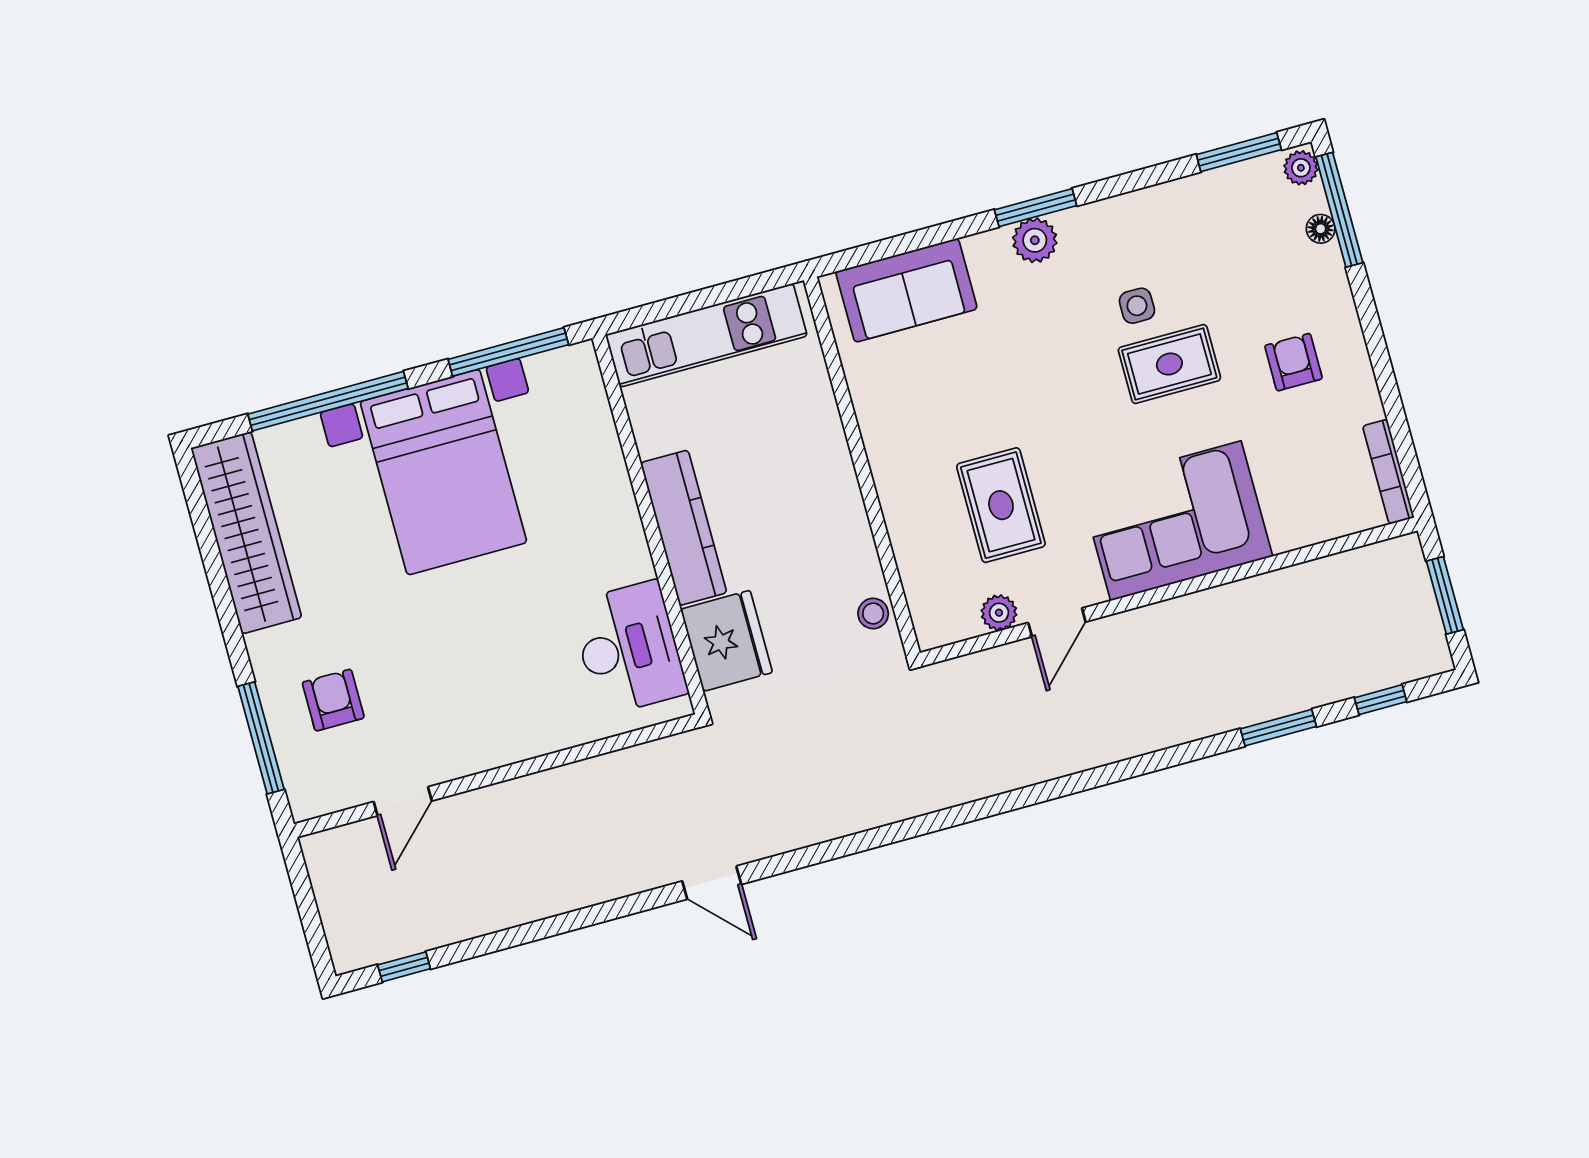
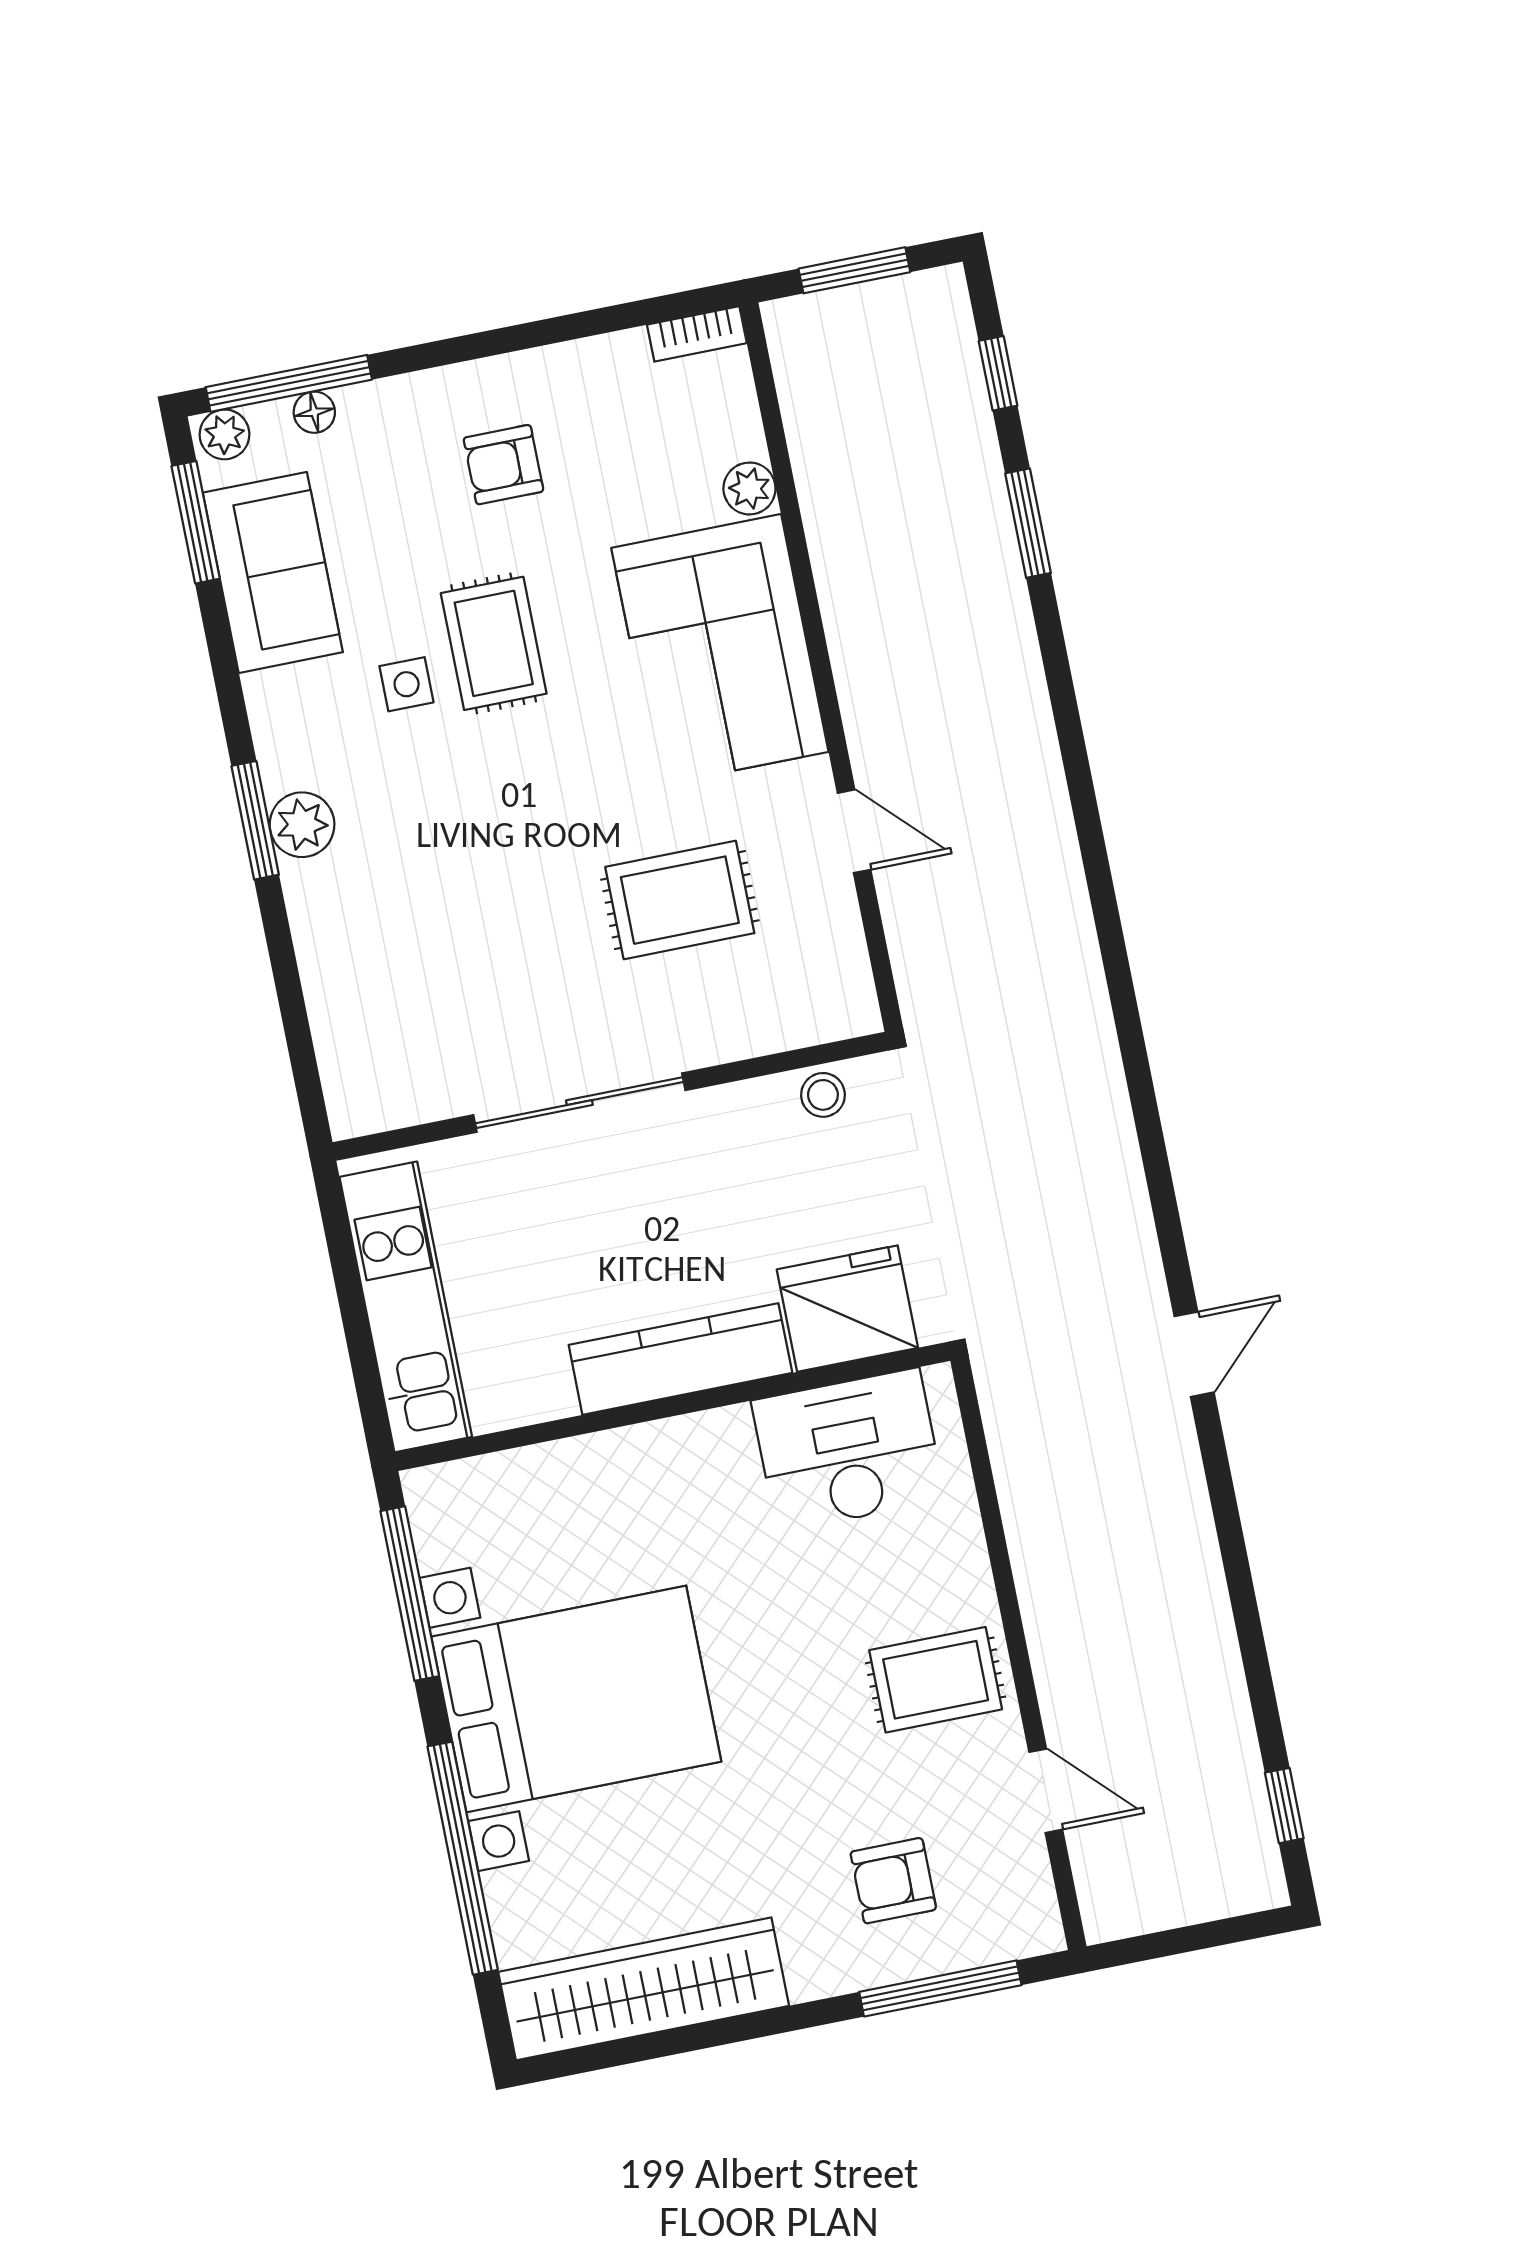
sofa: (906, 290) -> (273, 572), moved
sliding door: (856, 445) -> (579, 1103), added
bookcase: (1388, 472) -> (697, 334), width x0.64
plant: (999, 613) -> (749, 488), moved
rug: (474, 720) -> (936, 1680), added

